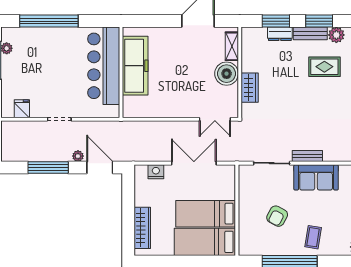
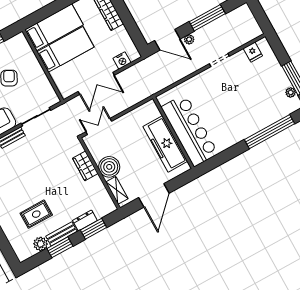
bar counter: (104, 66) -> (190, 130), moved
freezer: (135, 66) -> (165, 144), moved
wall: (121, 72) -> (173, 133), moved

